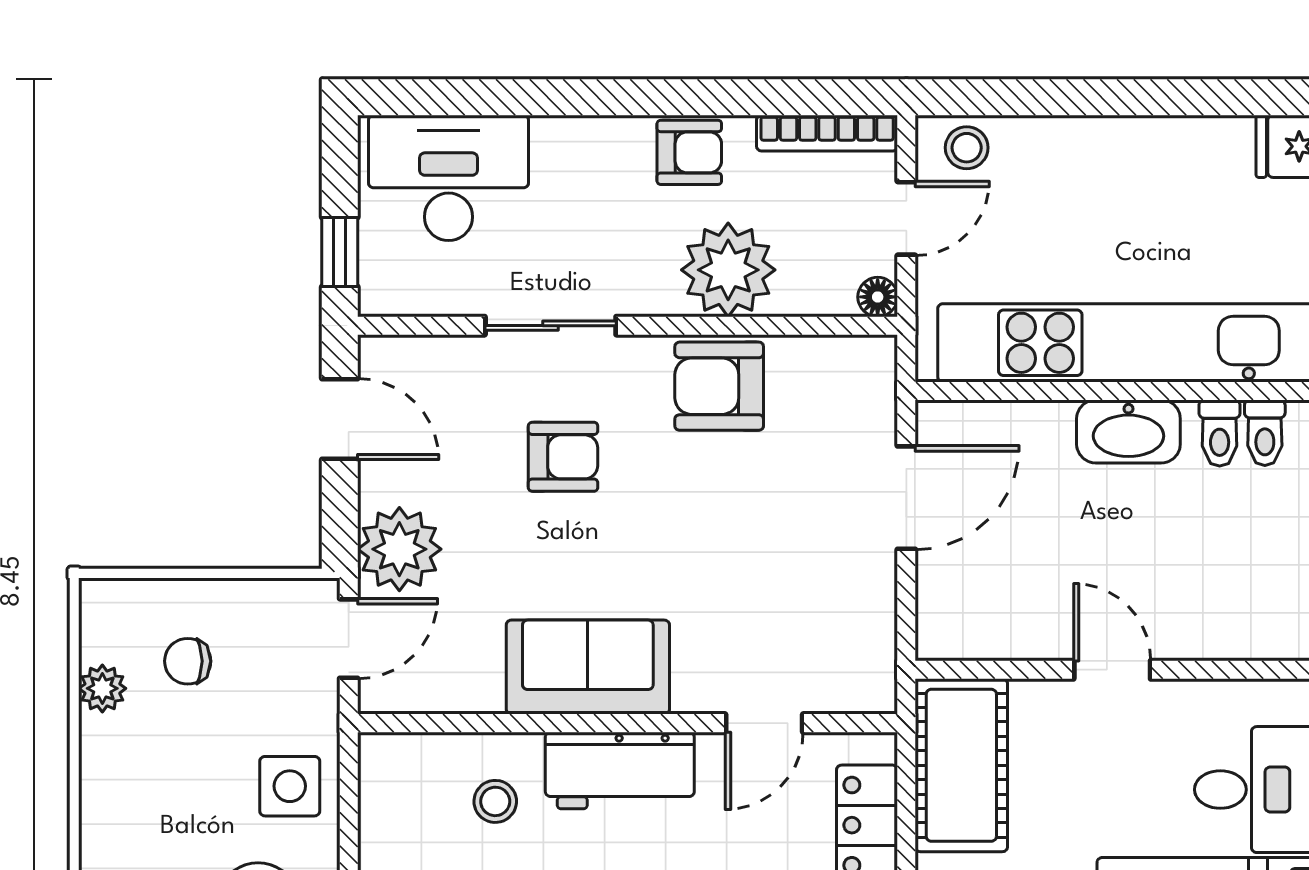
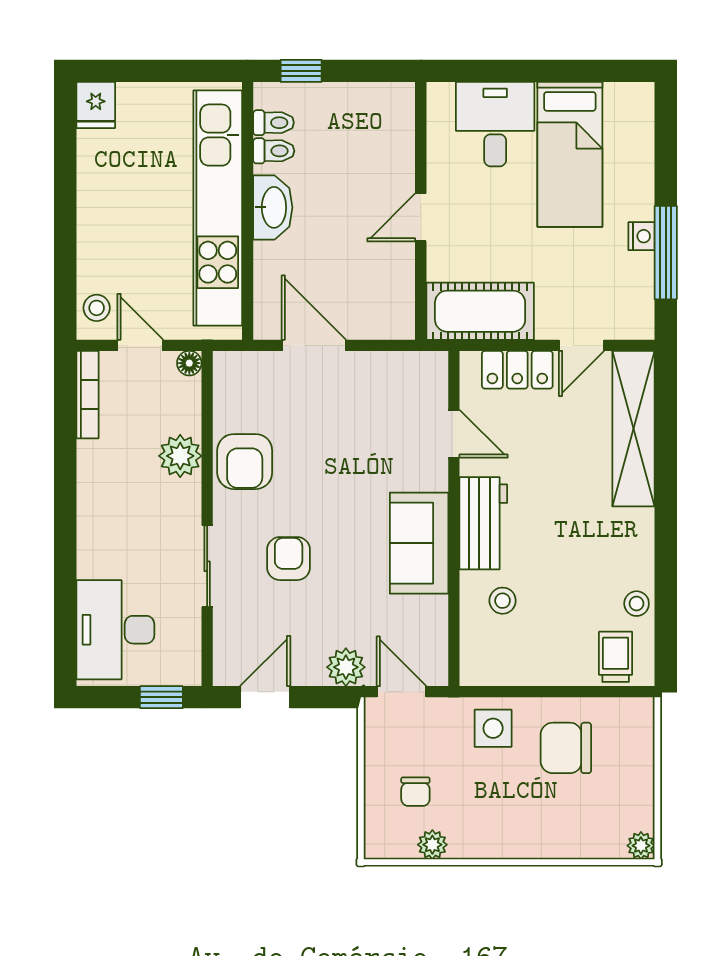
armchair: (689, 152) -> (99, 480), removed
plant: (728, 270) -> (180, 456), width x0.73, depth x0.73
plant: (399, 549) -> (346, 667), width x0.73, depth x0.73

